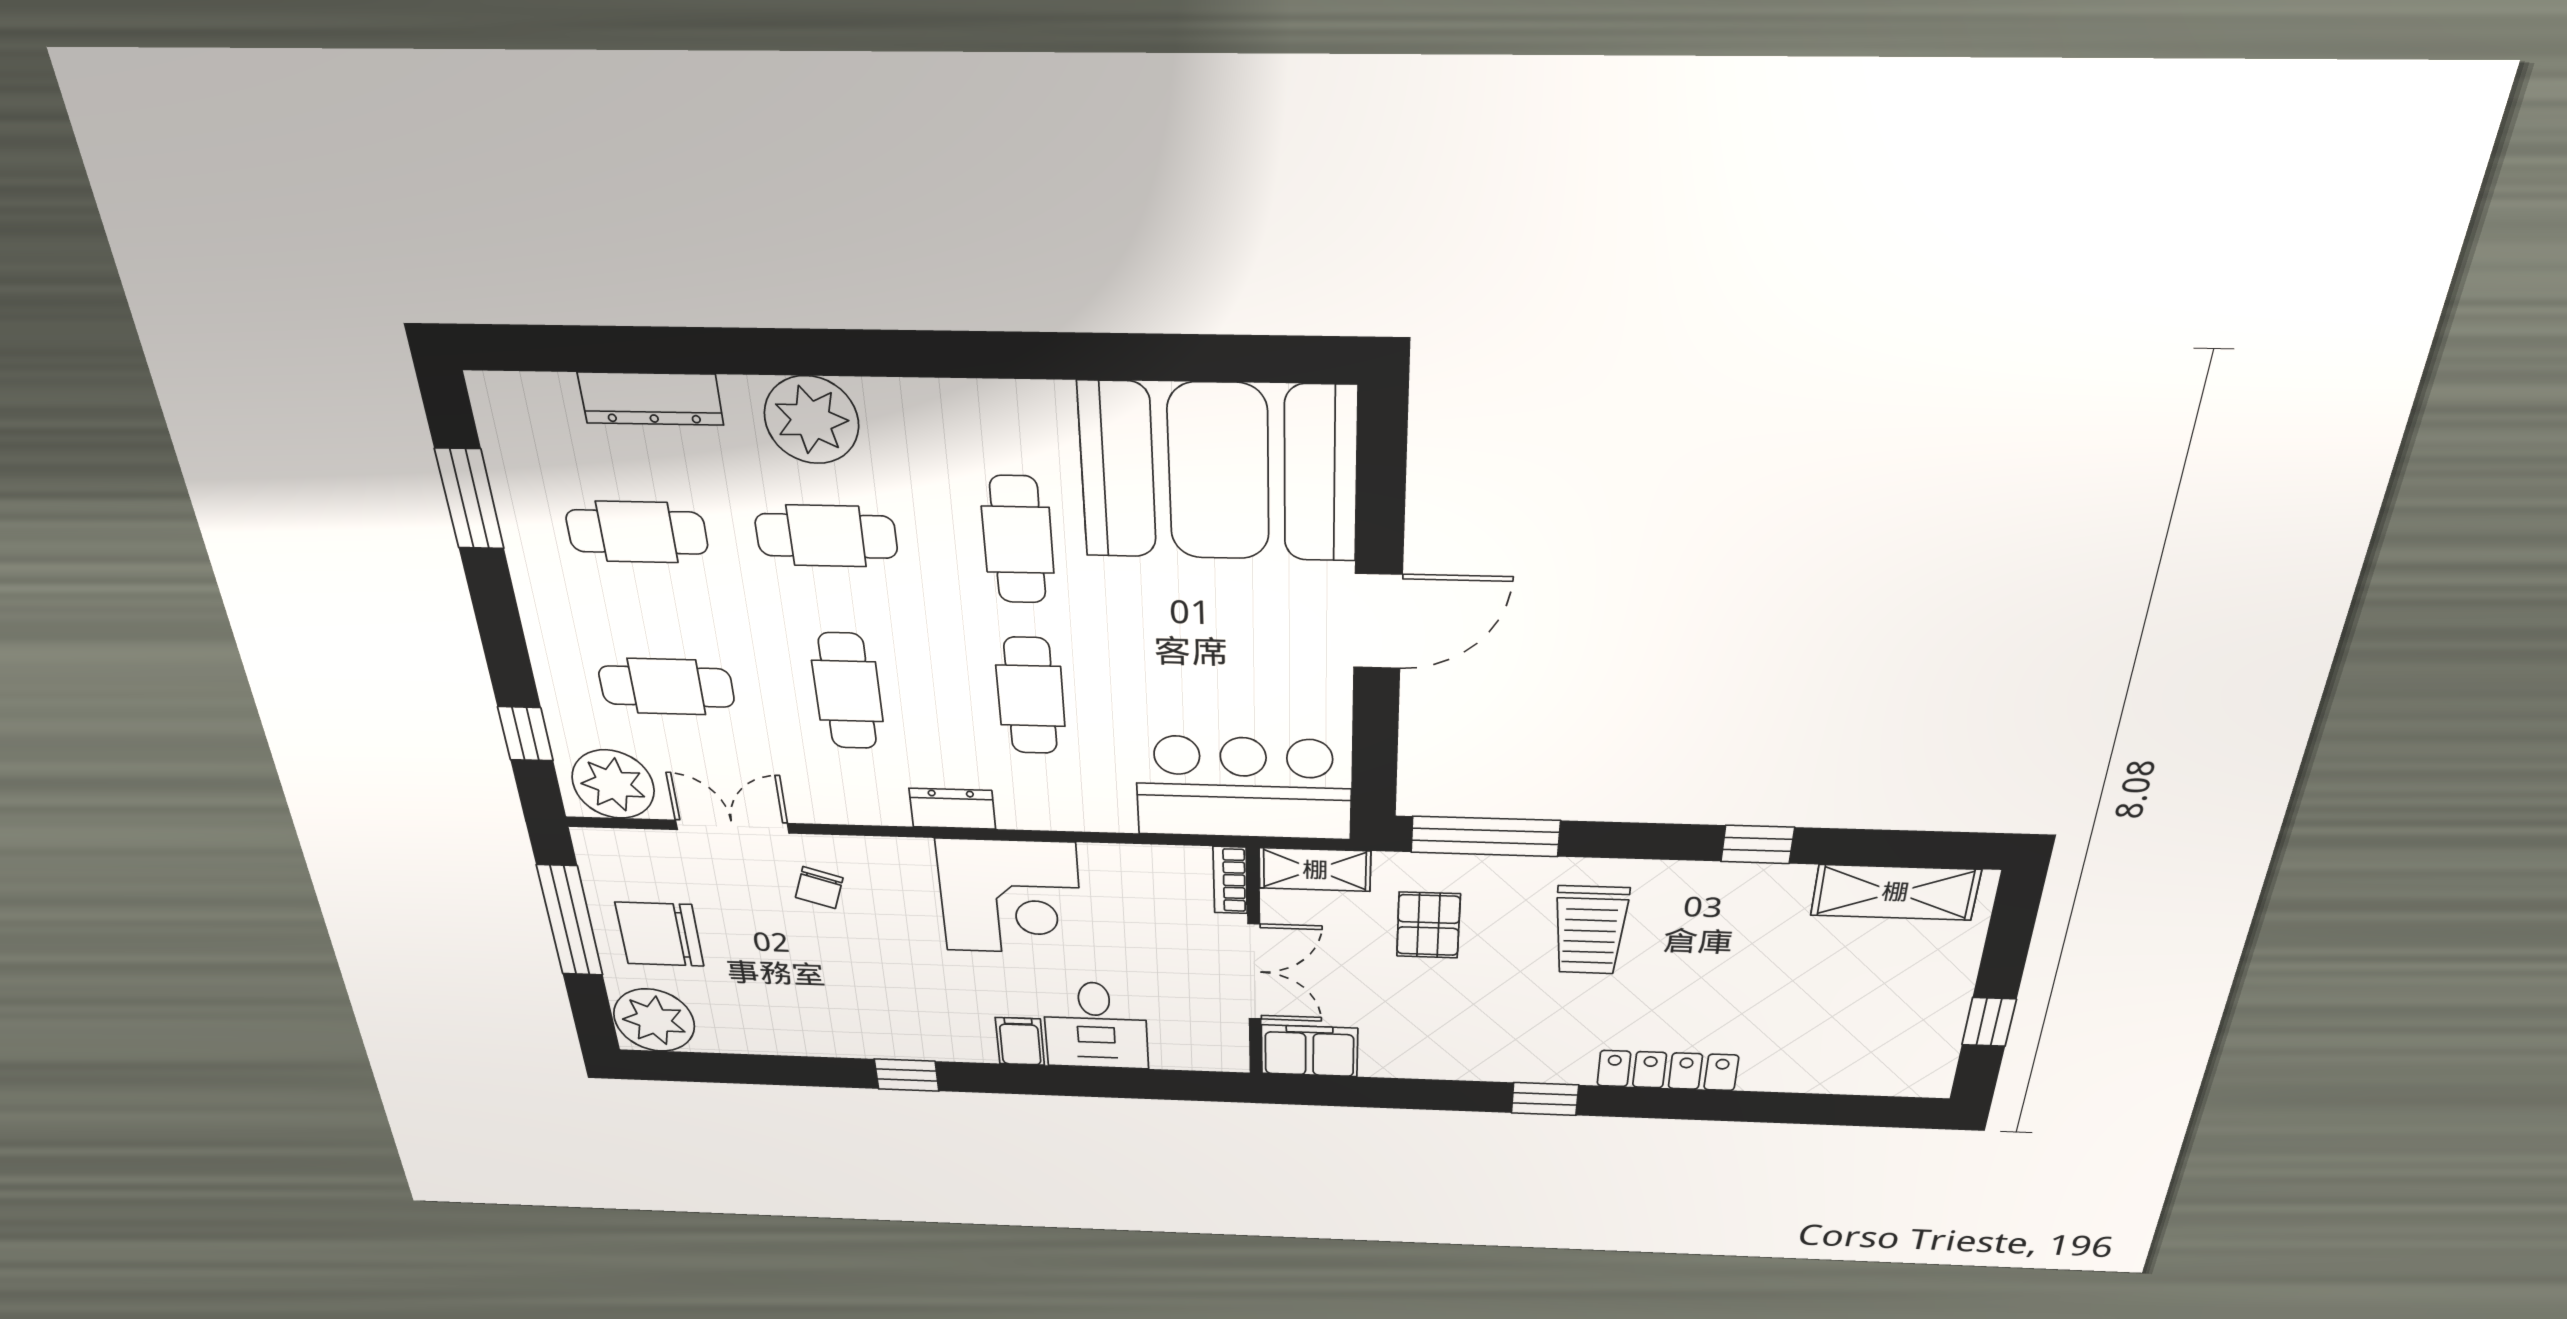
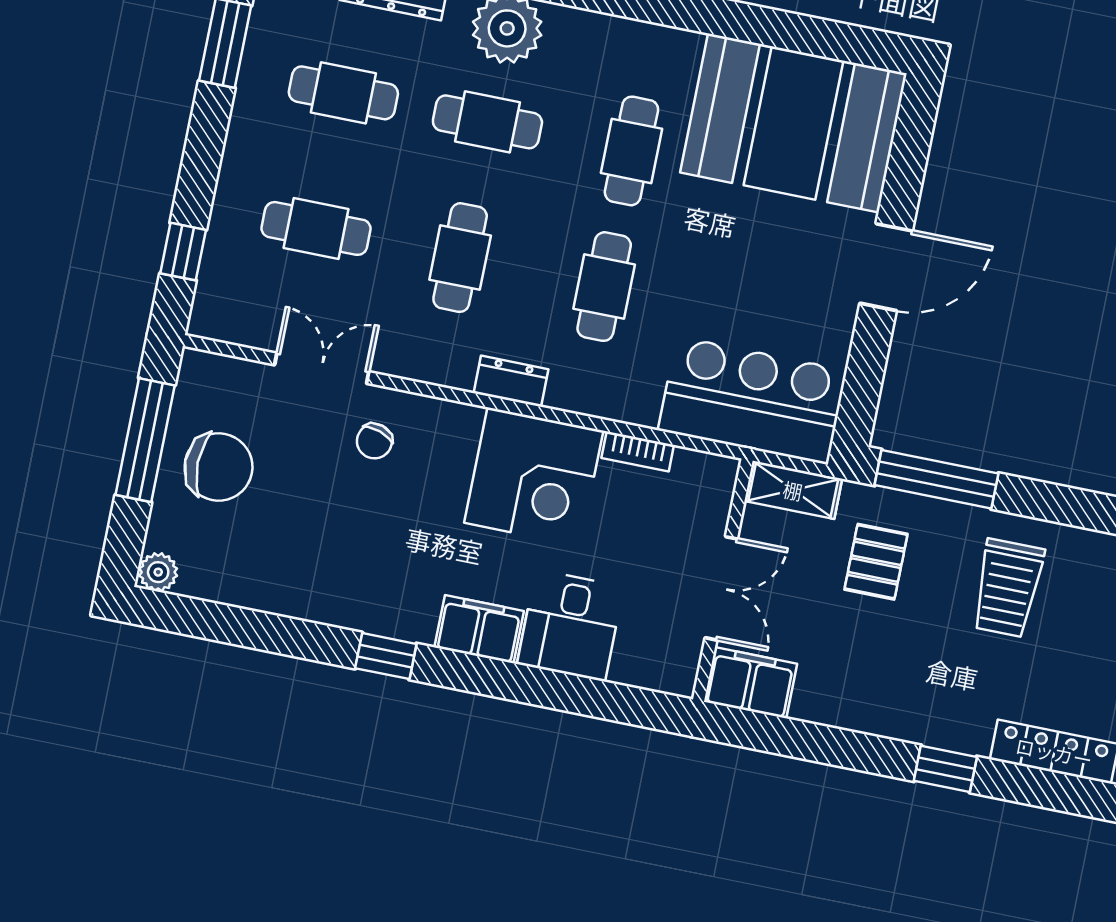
plant: (613, 784) -> (237, 311), removed
bookcase: (1230, 880) -> (638, 451), moved, turned -90
chair: (660, 934) -> (219, 467), turned 180
plant: (654, 1020) -> (158, 572), width x0.53, depth x0.53
filing cabinet: (1020, 1041) -> (479, 629), width x2.00

